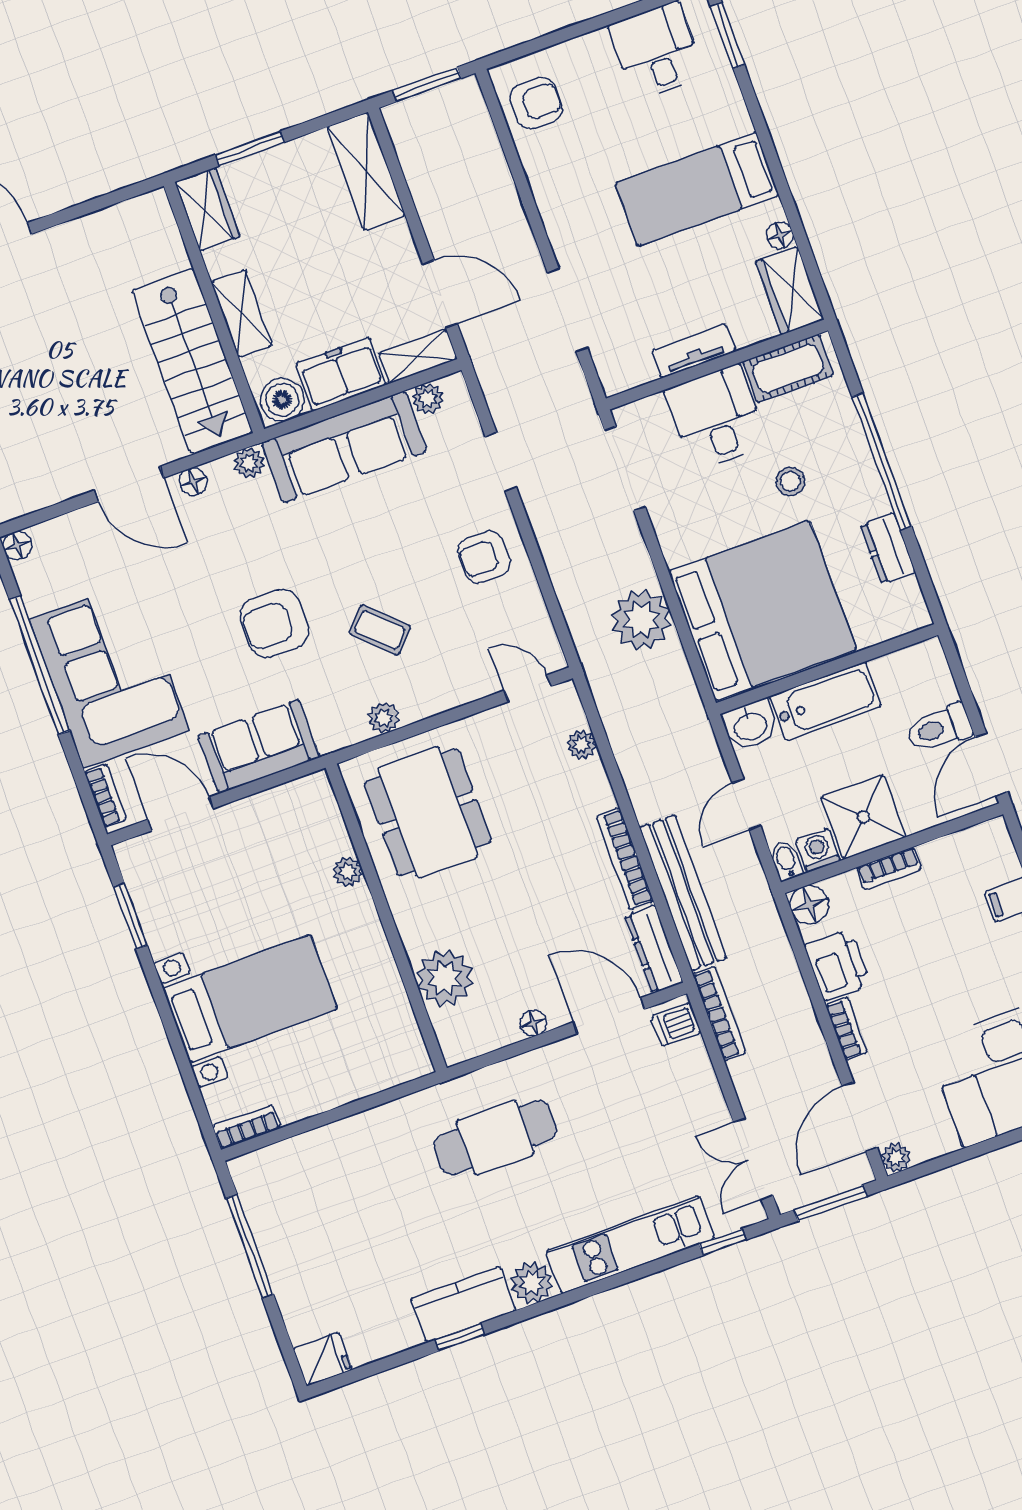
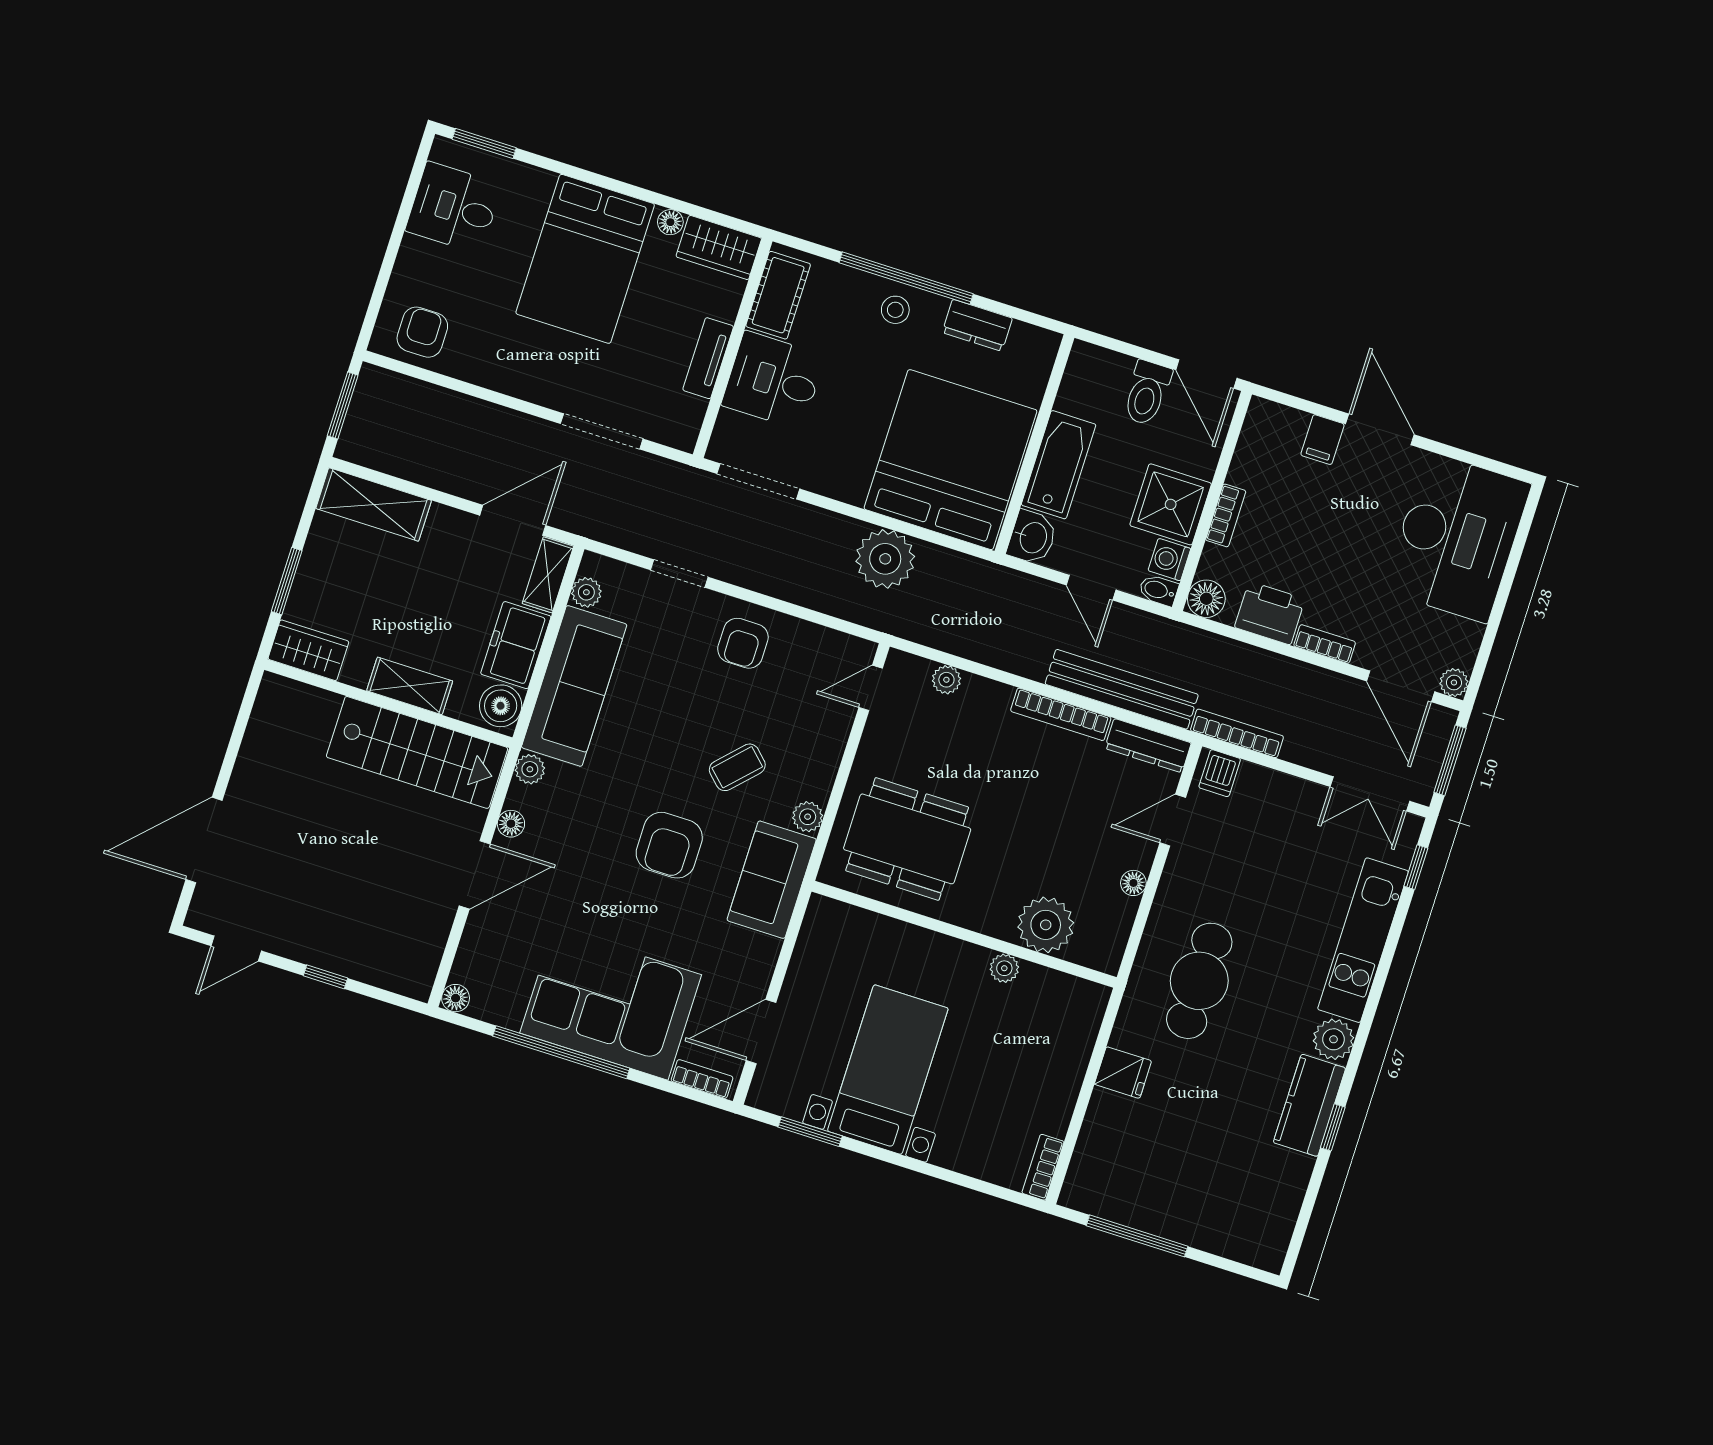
bed: (697, 189) -> (585, 259), width x1.50
stool: (790, 481) -> (895, 310), moved
sofa: (259, 747) -> (772, 880), moved
plant: (348, 872) -> (1004, 968), moved
bed with nightstands: (250, 999) -> (888, 1070), moved
door: (609, 1016) -> (1173, 820), width x0.73
fridge: (323, 1359) -> (1123, 1073), moved, turned 90

